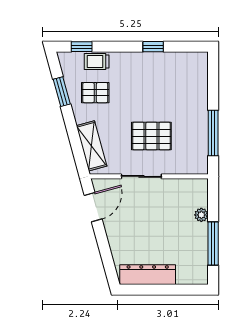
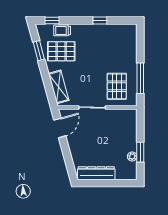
pallet: (95, 93) -> (61, 51), width x1.50, depth x1.42
pallet: (151, 136) -> (117, 86), moved, turned 90
plant: (201, 215) -> (132, 156), moved
window: (213, 243) -> (140, 152), width x0.69

